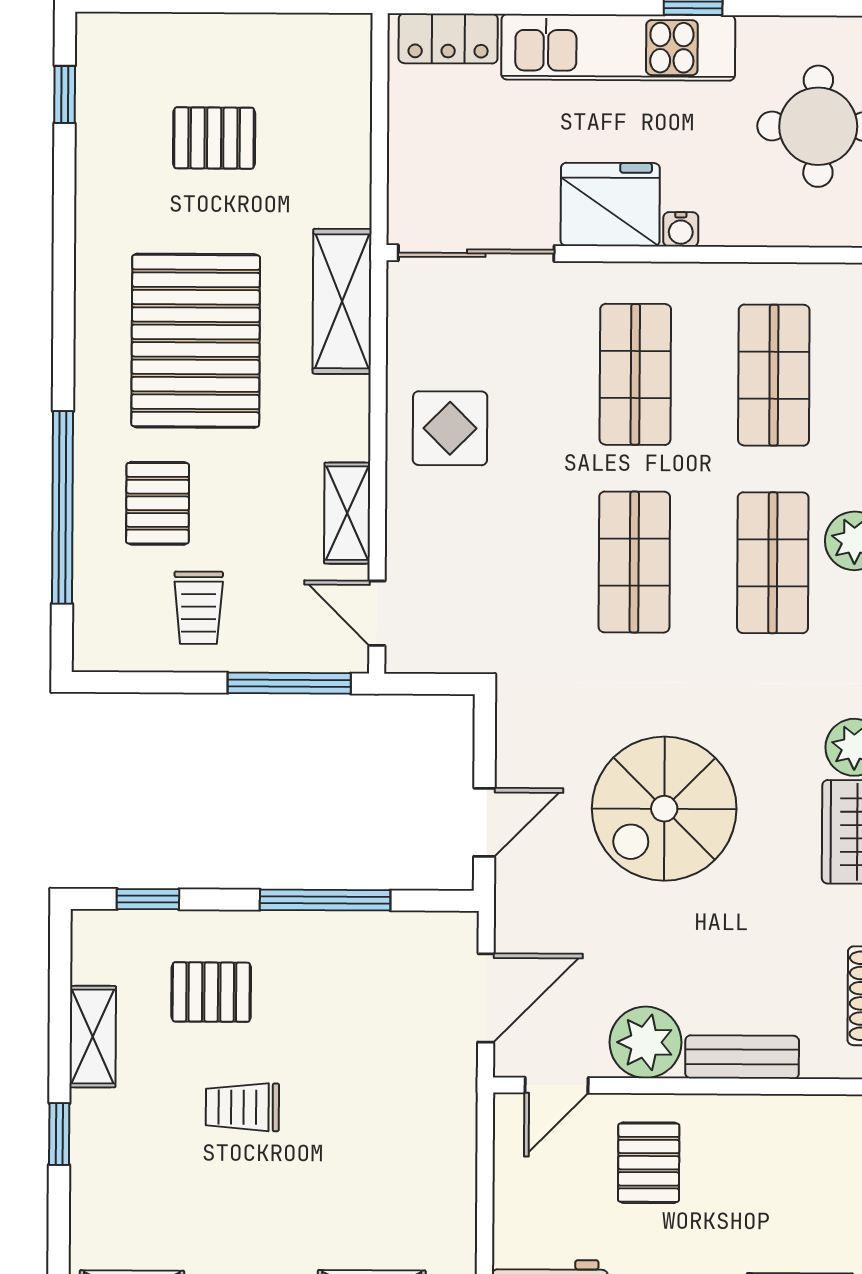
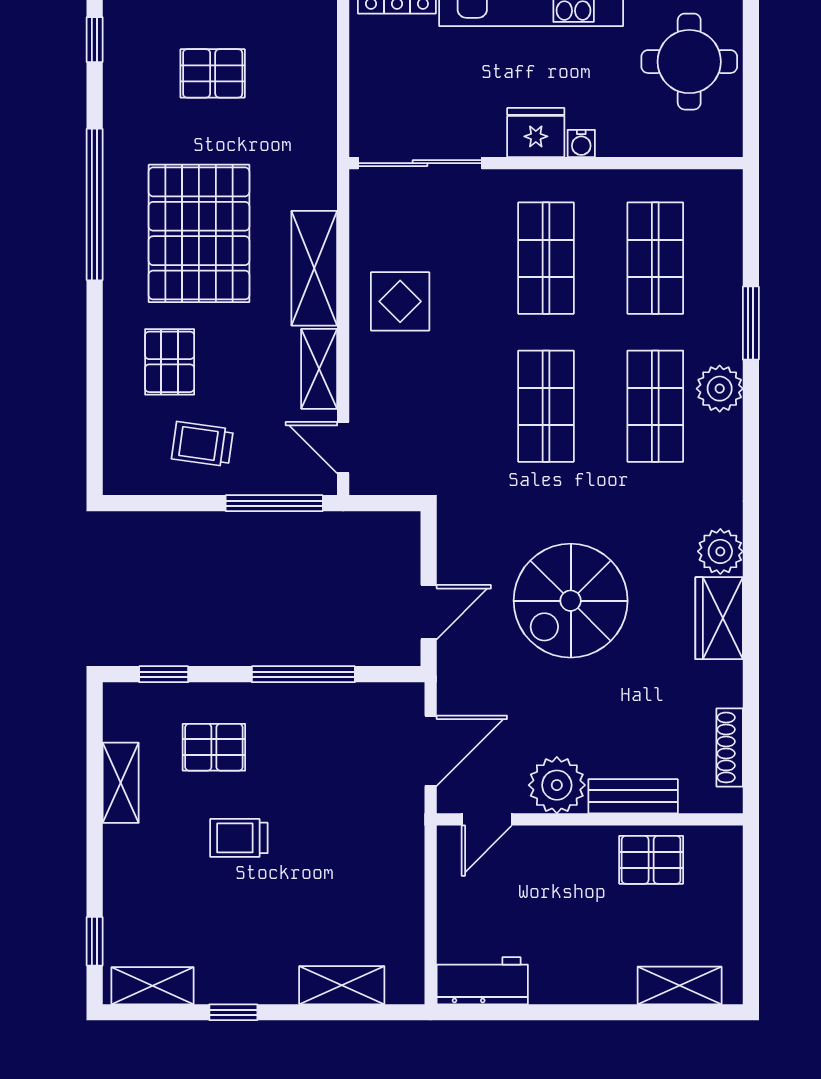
fridge: (610, 205) -> (536, 133), width x0.73, depth x0.75
shelving: (342, 301) -> (314, 268), moved
window: (63, 507) -> (95, 204), moved
trolley: (199, 608) -> (202, 444), turned 98
window: (59, 1134) -> (95, 941), moved
pallet: (649, 1163) -> (651, 860), moved, turned 90

